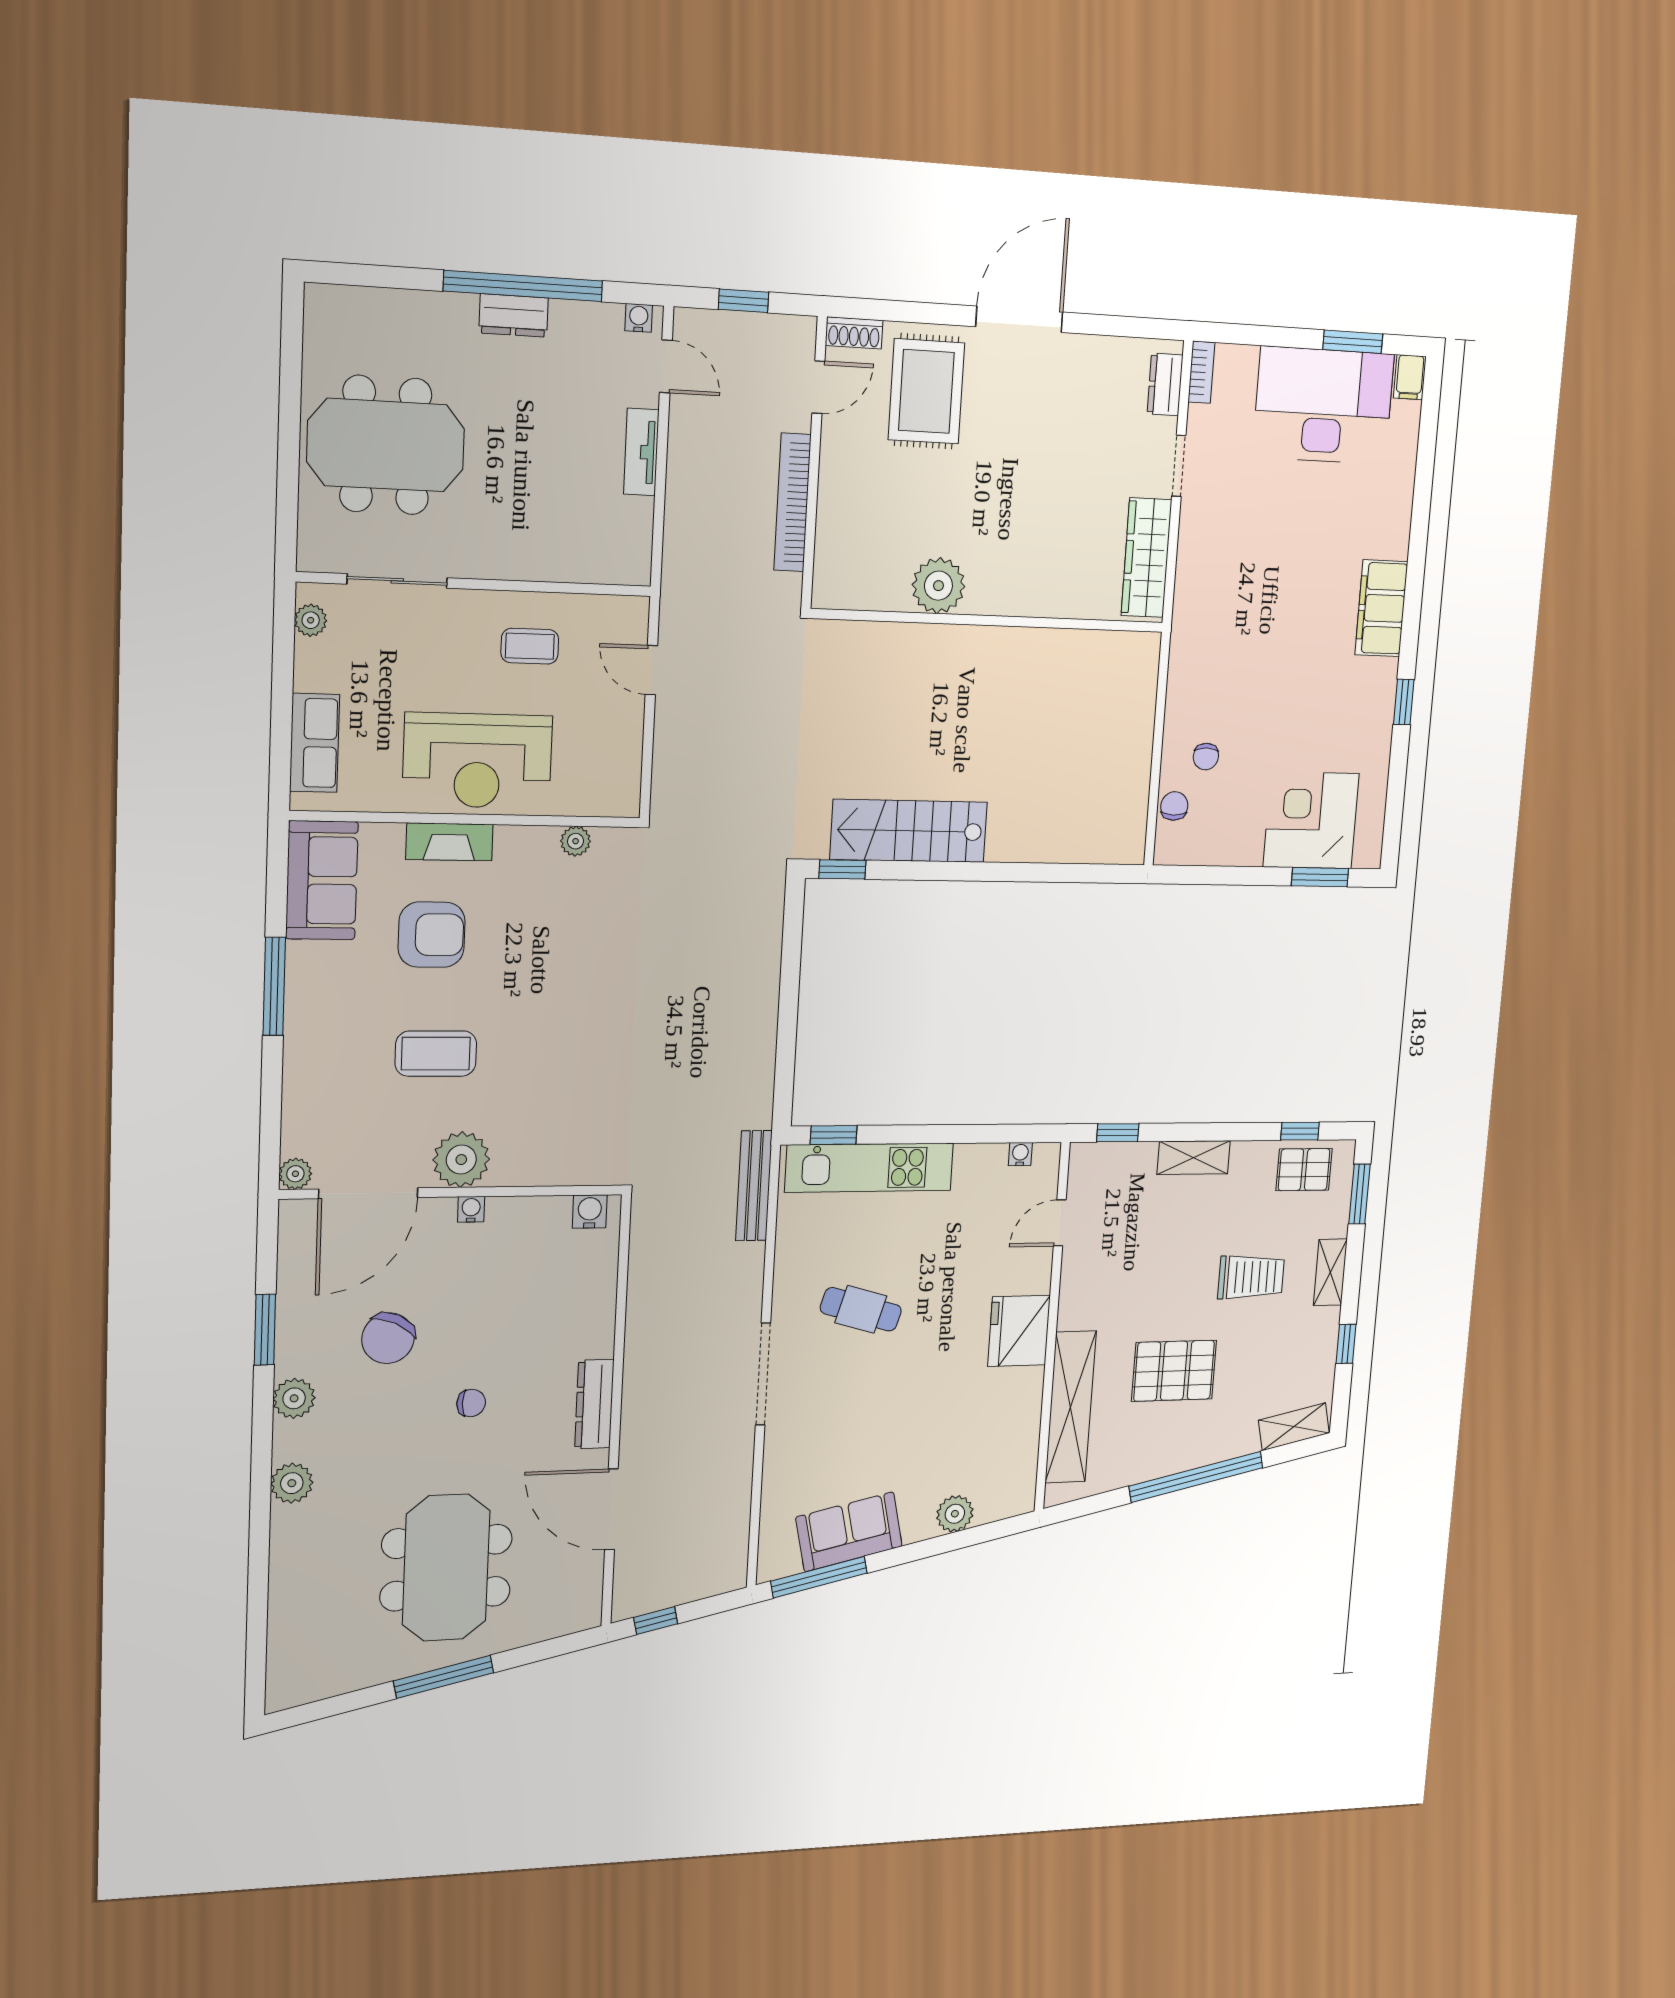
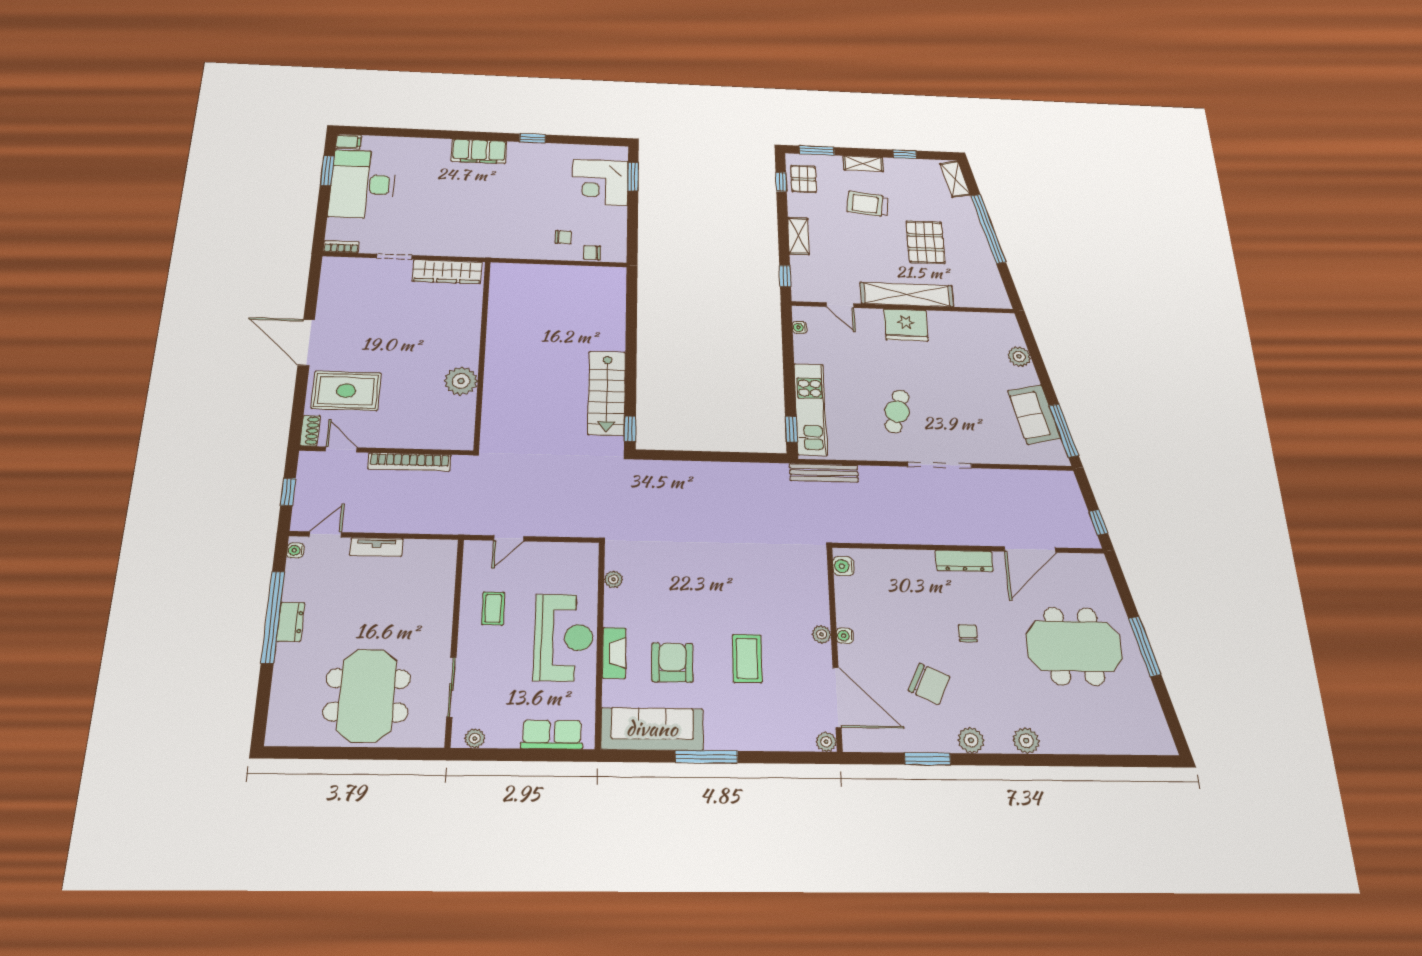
dresser: (1165, 384) -> (347, 265), removed
sofa: (322, 880) -> (652, 729), width x1.36
plant: (461, 1160) -> (821, 634), width x0.53, depth x0.53
trolley: (1251, 1277) -> (868, 204), turned -83
shelving: (1071, 1407) -> (907, 295), moved

